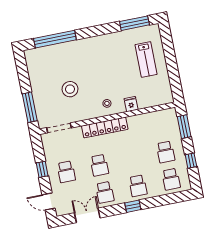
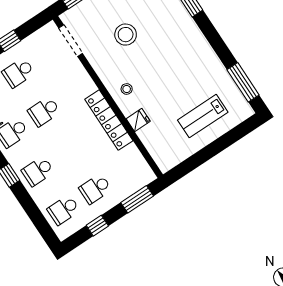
locker: (105, 128) -> (109, 120), moved

